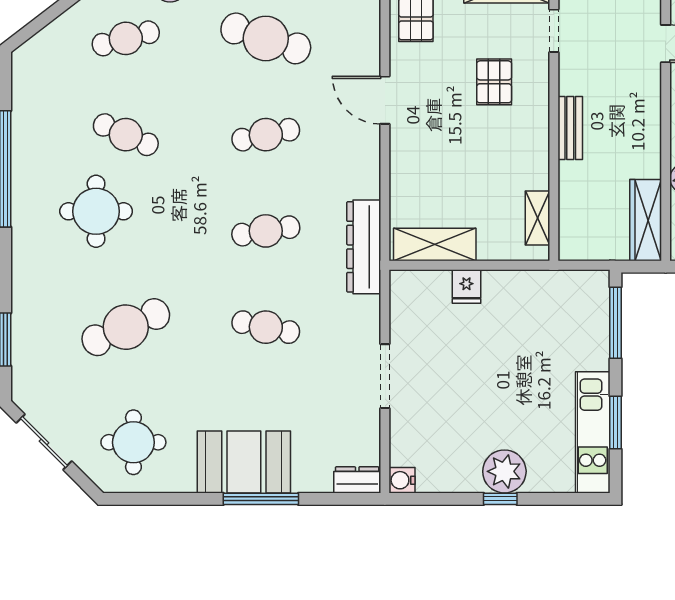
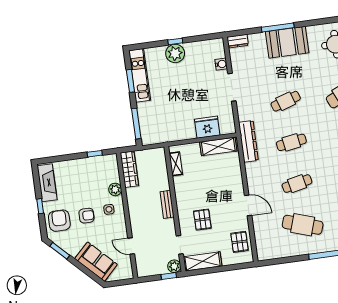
fridge: (466, 286) -> (207, 127), width x1.88, depth x1.34
cafe table: (266, 327) -> (286, 101), turned -30
water cooler: (402, 480) -> (221, 64), moved

